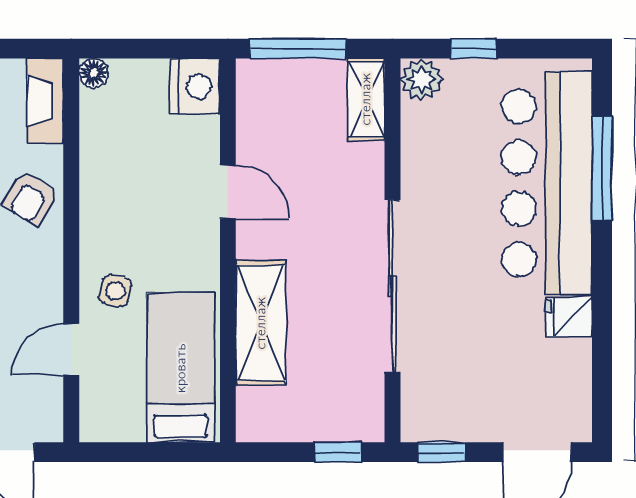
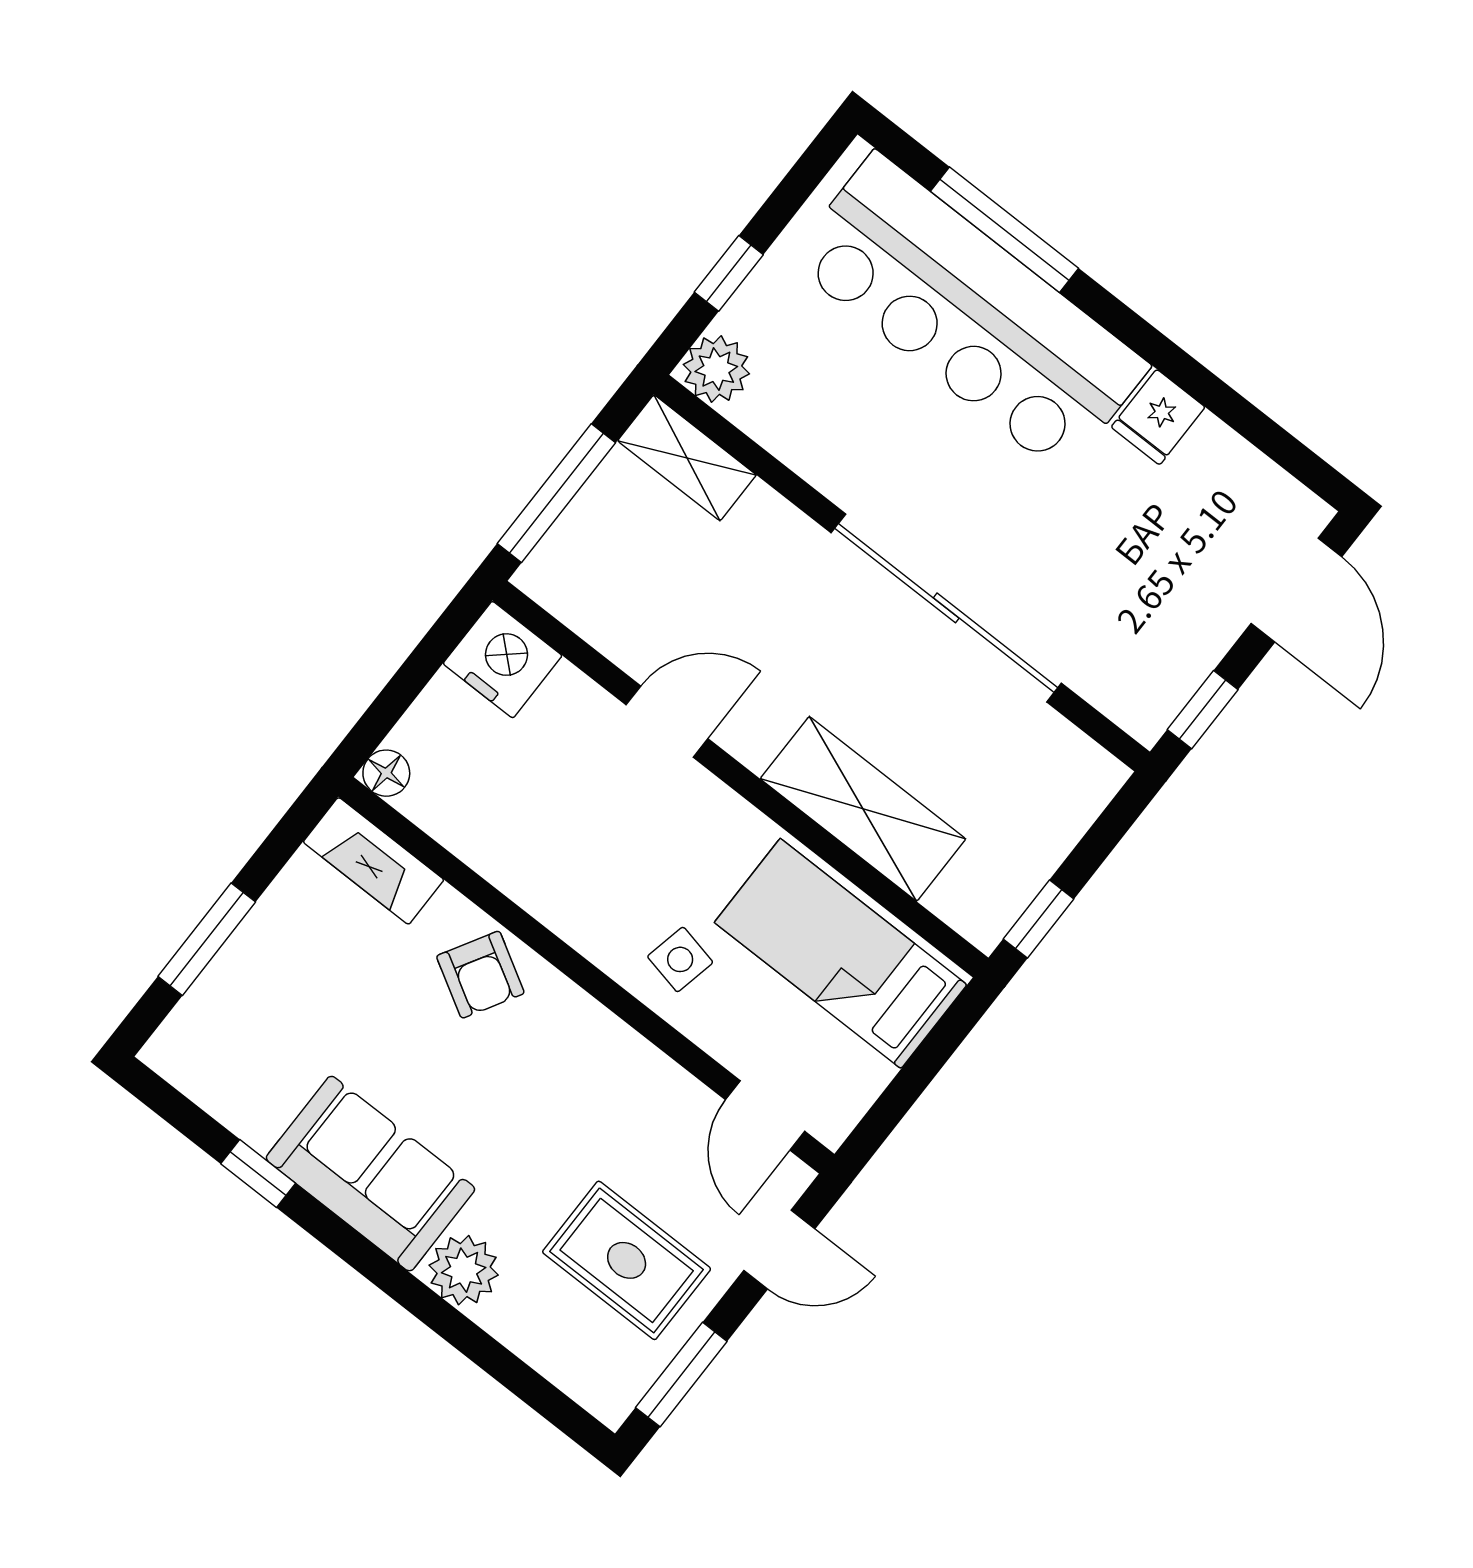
door: (71, 349) -> (765, 1116), moved
window: (338, 452) -> (1038, 919), moved

